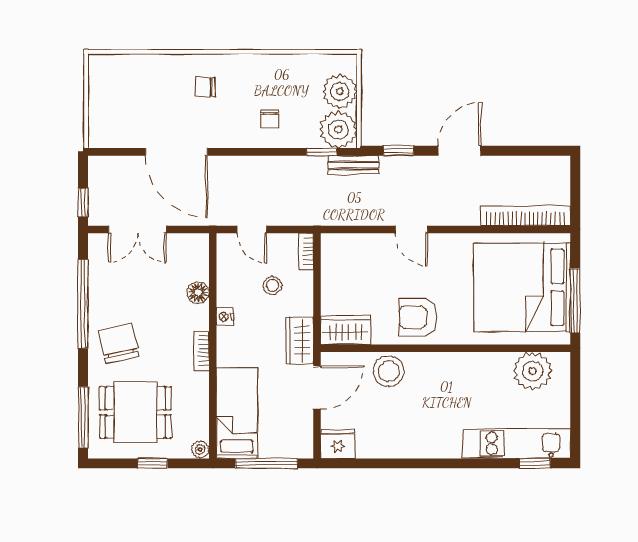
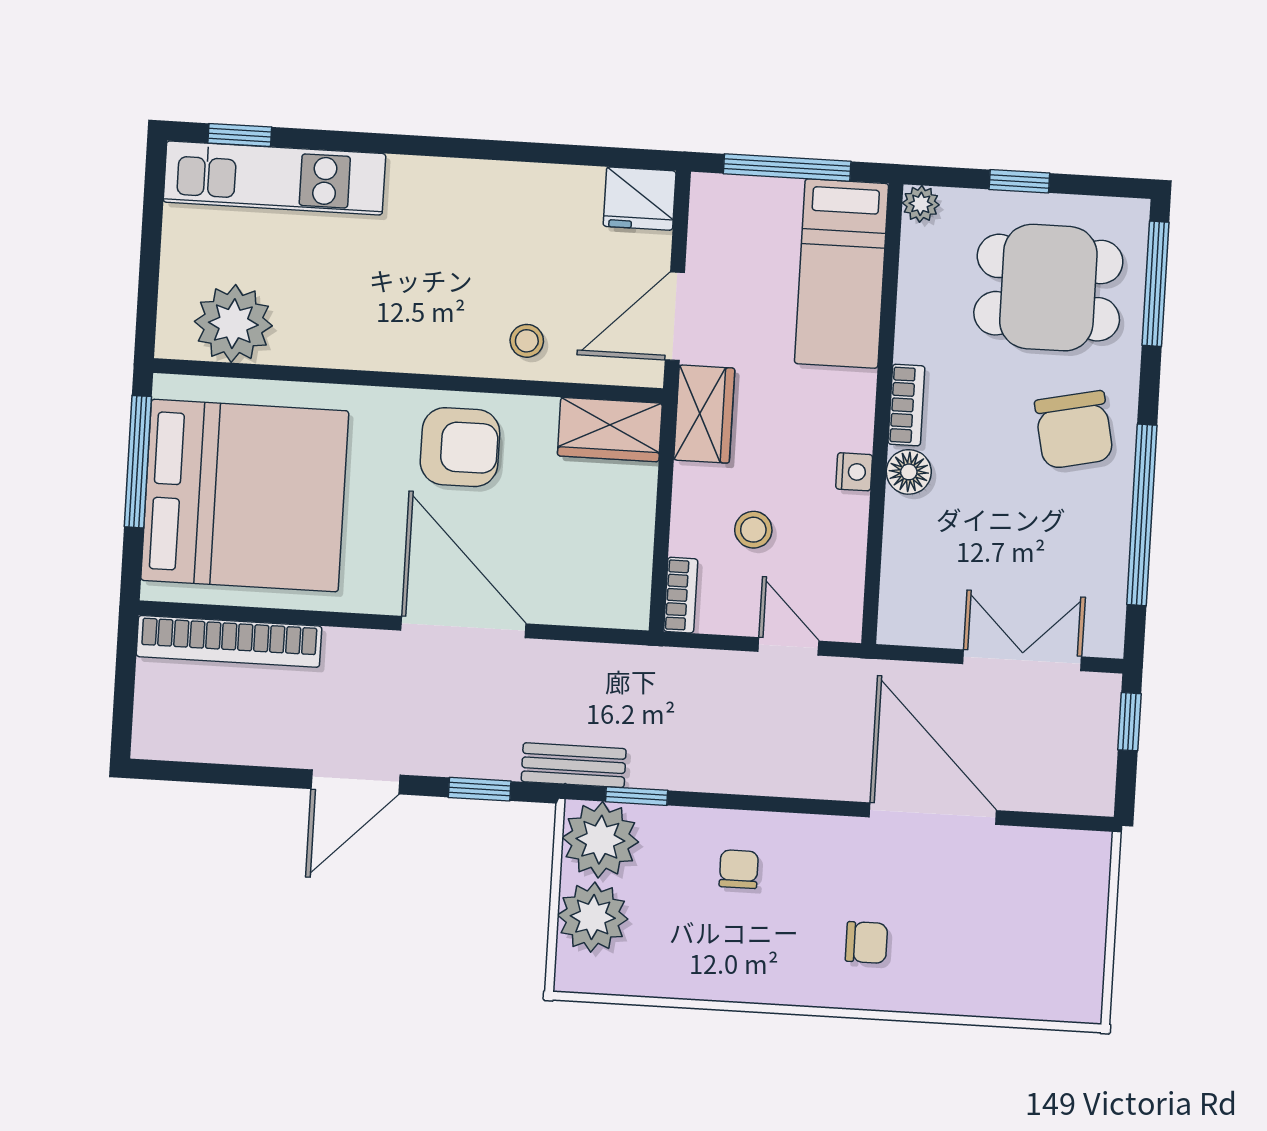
door: (411, 229) -> (463, 627), width x1.88
floor lamp: (198, 293) -> (909, 472), moved
stool: (389, 371) -> (527, 341), width x0.53, depth x0.53

